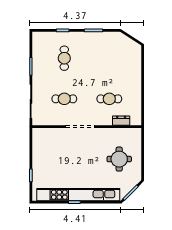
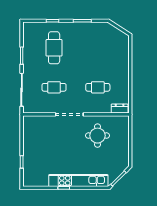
cafe table: (64, 58) -> (54, 48), width x1.37, depth x1.35
dresser: (121, 121) -> (120, 109), moved
round table: (119, 159) -> (97, 136), moved
kitchen unit: (78, 195) -> (78, 181), width x0.73

